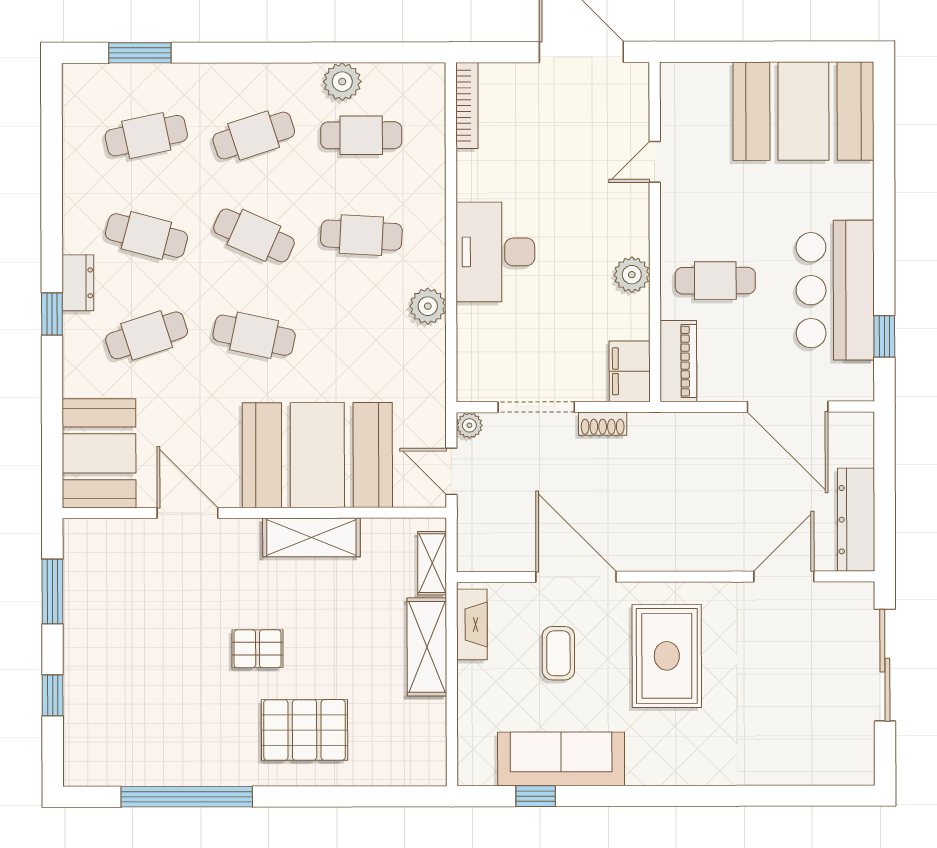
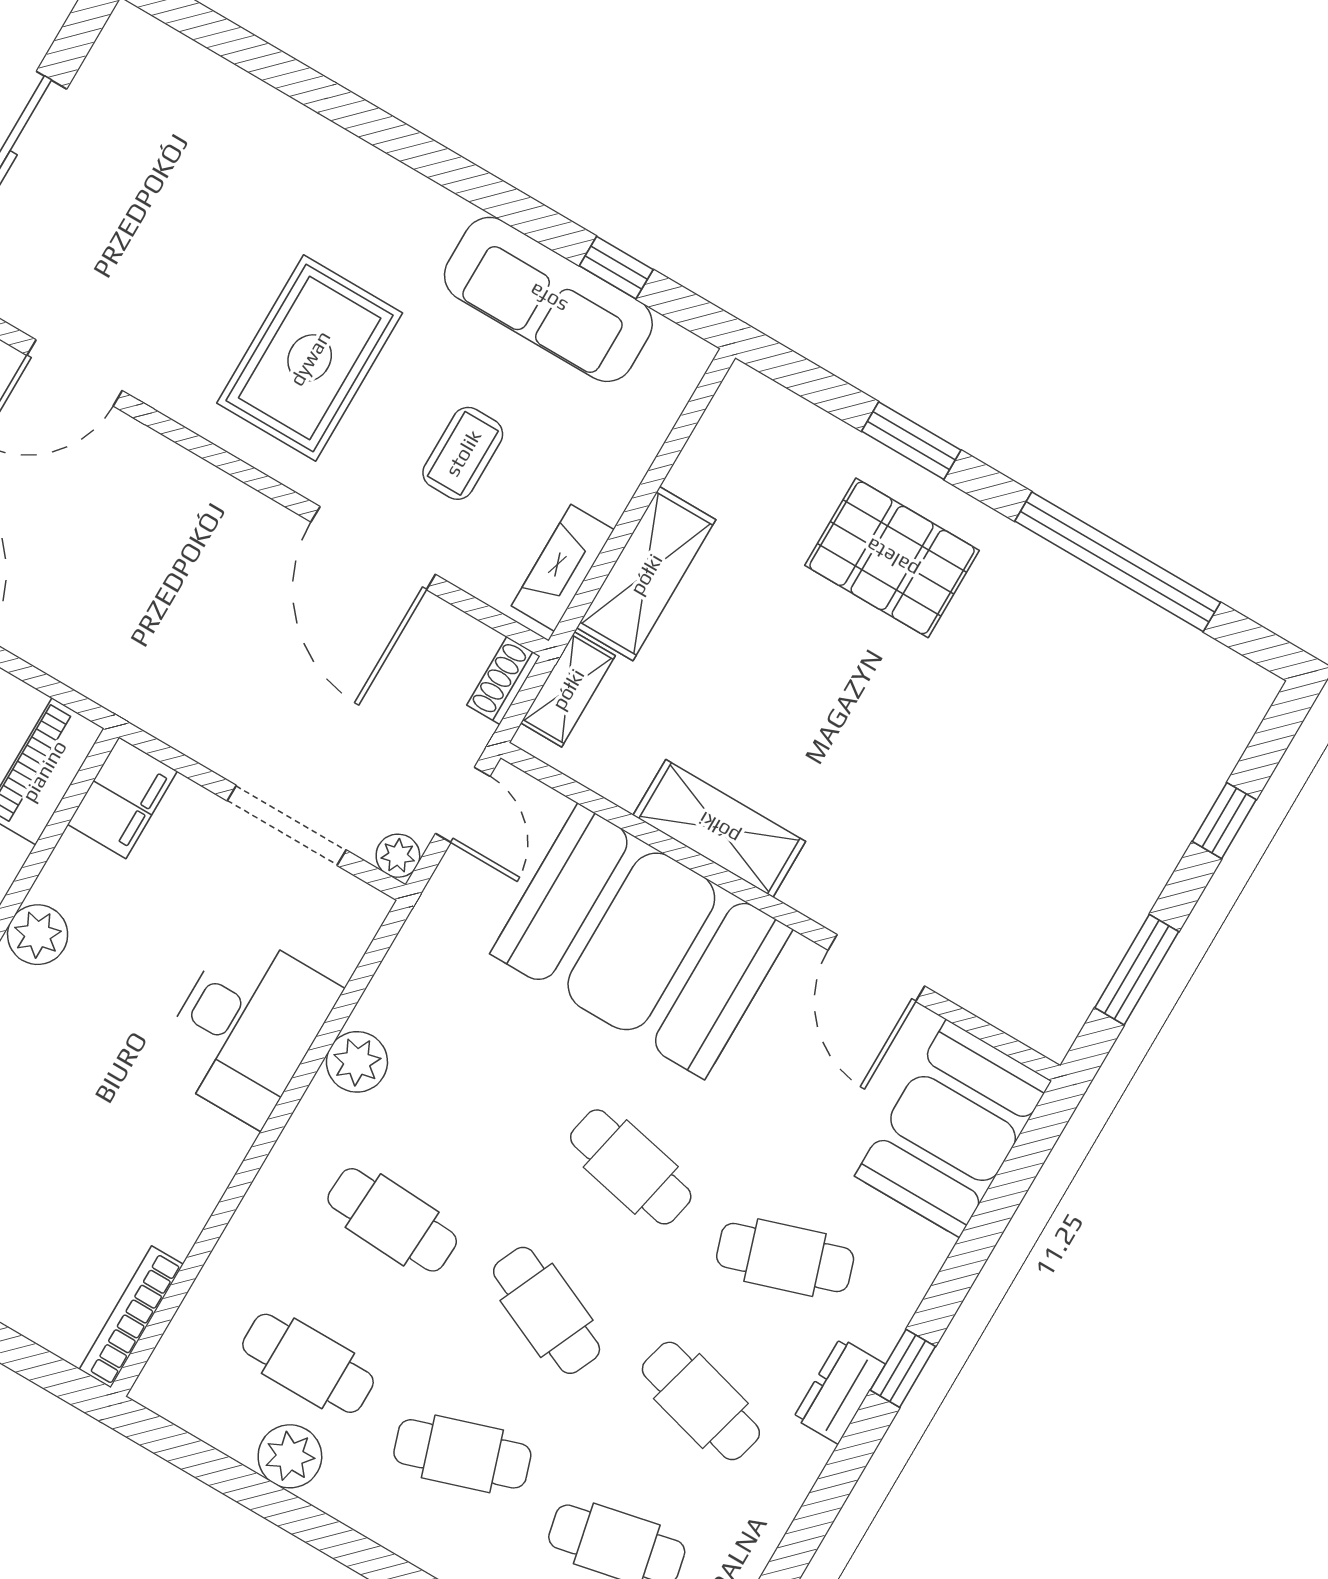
desk: (495, 252) -> (247, 1027), moved
shoe rack: (603, 424) -> (503, 681), moved, turned -90
pallet: (258, 649) -> (891, 714), removed
window: (330, 796) -> (911, 441), added

